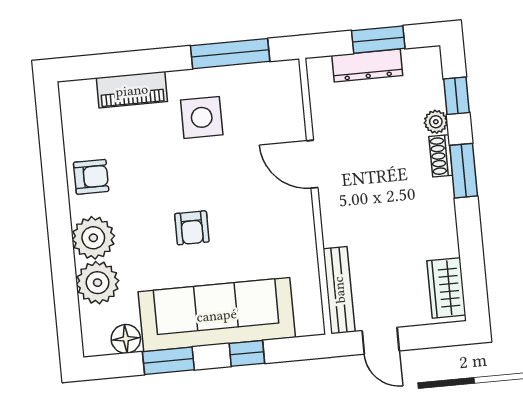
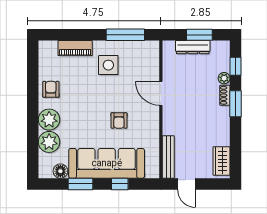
armchair: (91, 177) -> (51, 89), turned -90
armchair: (192, 228) -> (119, 120), moved

